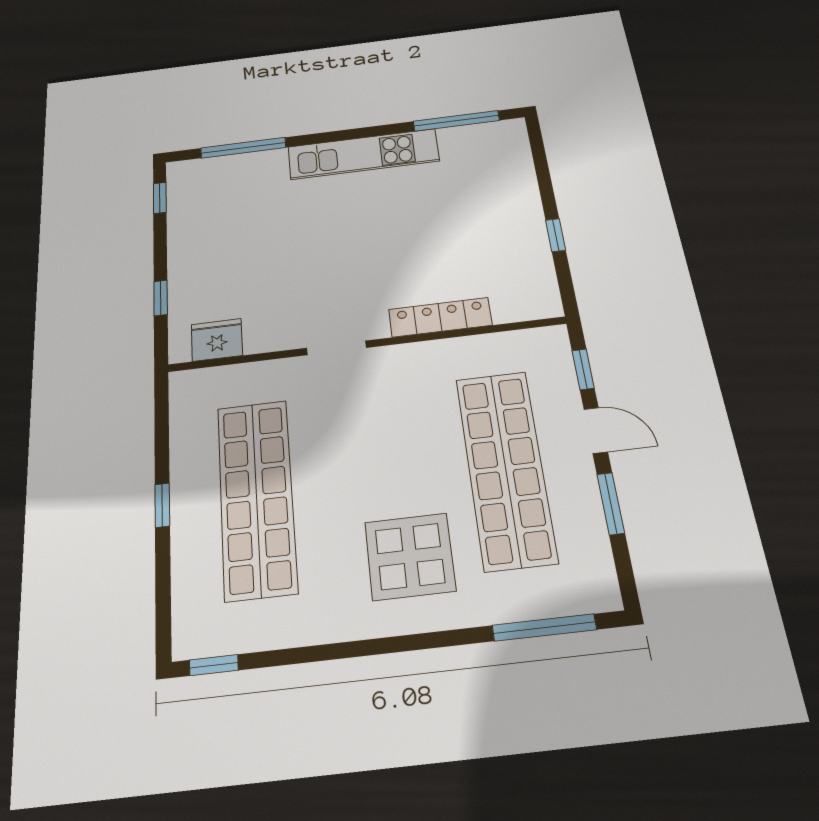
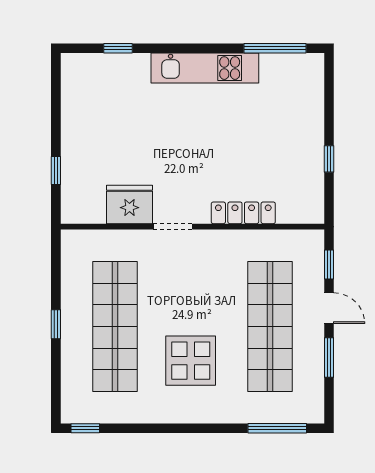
window: (243, 148) -> (118, 48), width x0.46
window: (160, 198) -> (56, 85), removed
fridge: (217, 340) -> (129, 204), moved, width x1.36, depth x1.34
display table: (410, 556) -> (191, 361), moved

